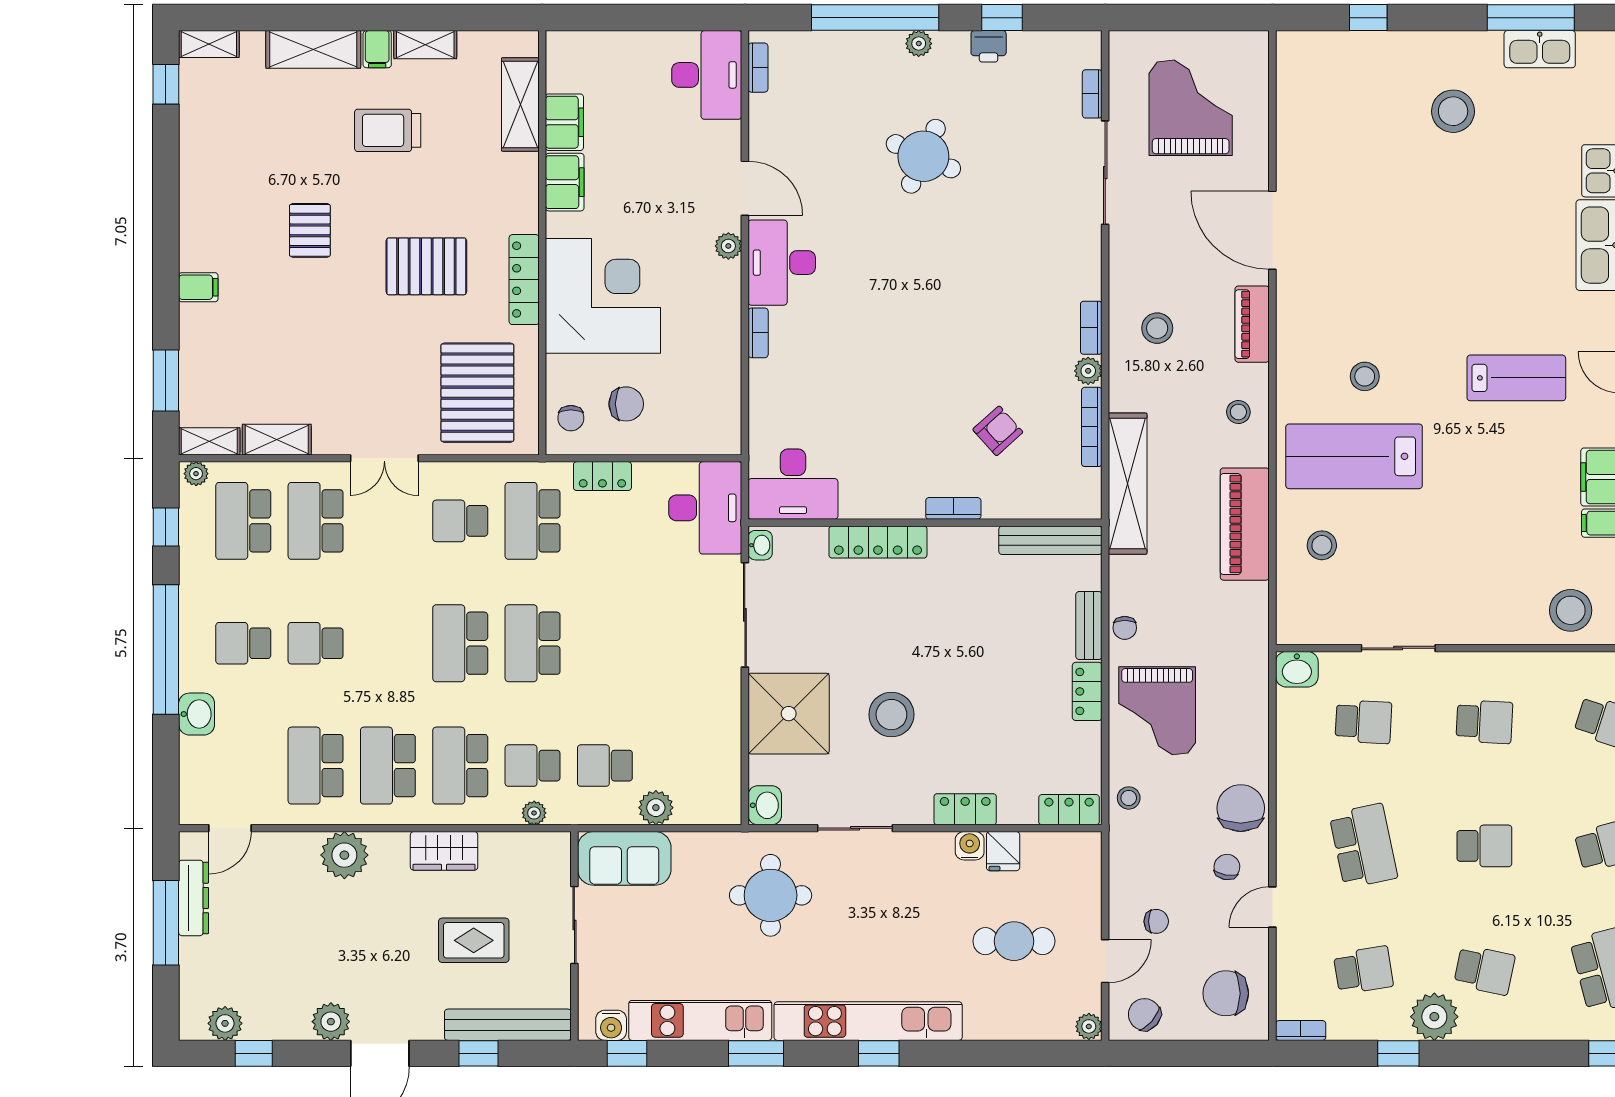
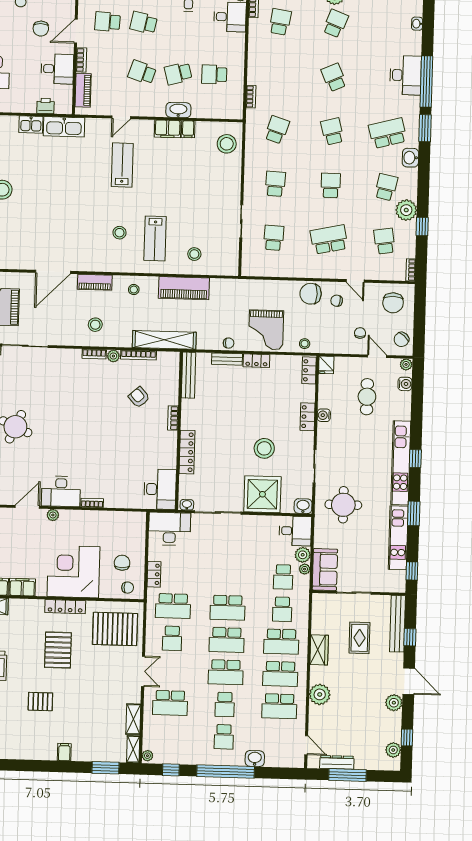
lab bench: (1354, 456) -> (155, 238), width x0.73, depth x0.72
school desk: (243, 521) -> (226, 672), moved
washbasin: (1297, 669) -> (410, 158), moved, turned 180
grand piano: (1157, 711) -> (266, 330), turned 90
desk: (709, 789) -> (295, 531), added
plant: (534, 813) -> (305, 569), moved
fridge: (1003, 851) -> (326, 365), moved, turned 90
water cooler: (611, 1025) -> (405, 384), moved

